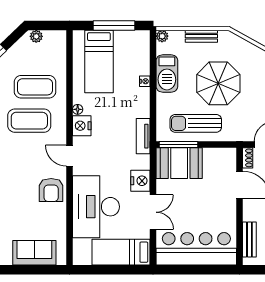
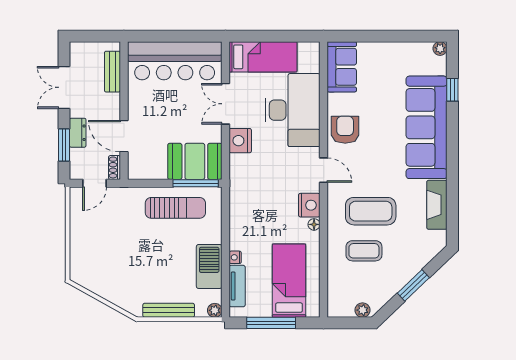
bench: (201, 36) -> (169, 310), width x1.36
parasol: (218, 83) -> (149, 255), removed
coffee table: (35, 87) -> (364, 251), width x0.73, depth x0.76
tv unit: (143, 136) -> (237, 286), moved
sofa: (34, 253) -> (342, 67), moved, turned -90

